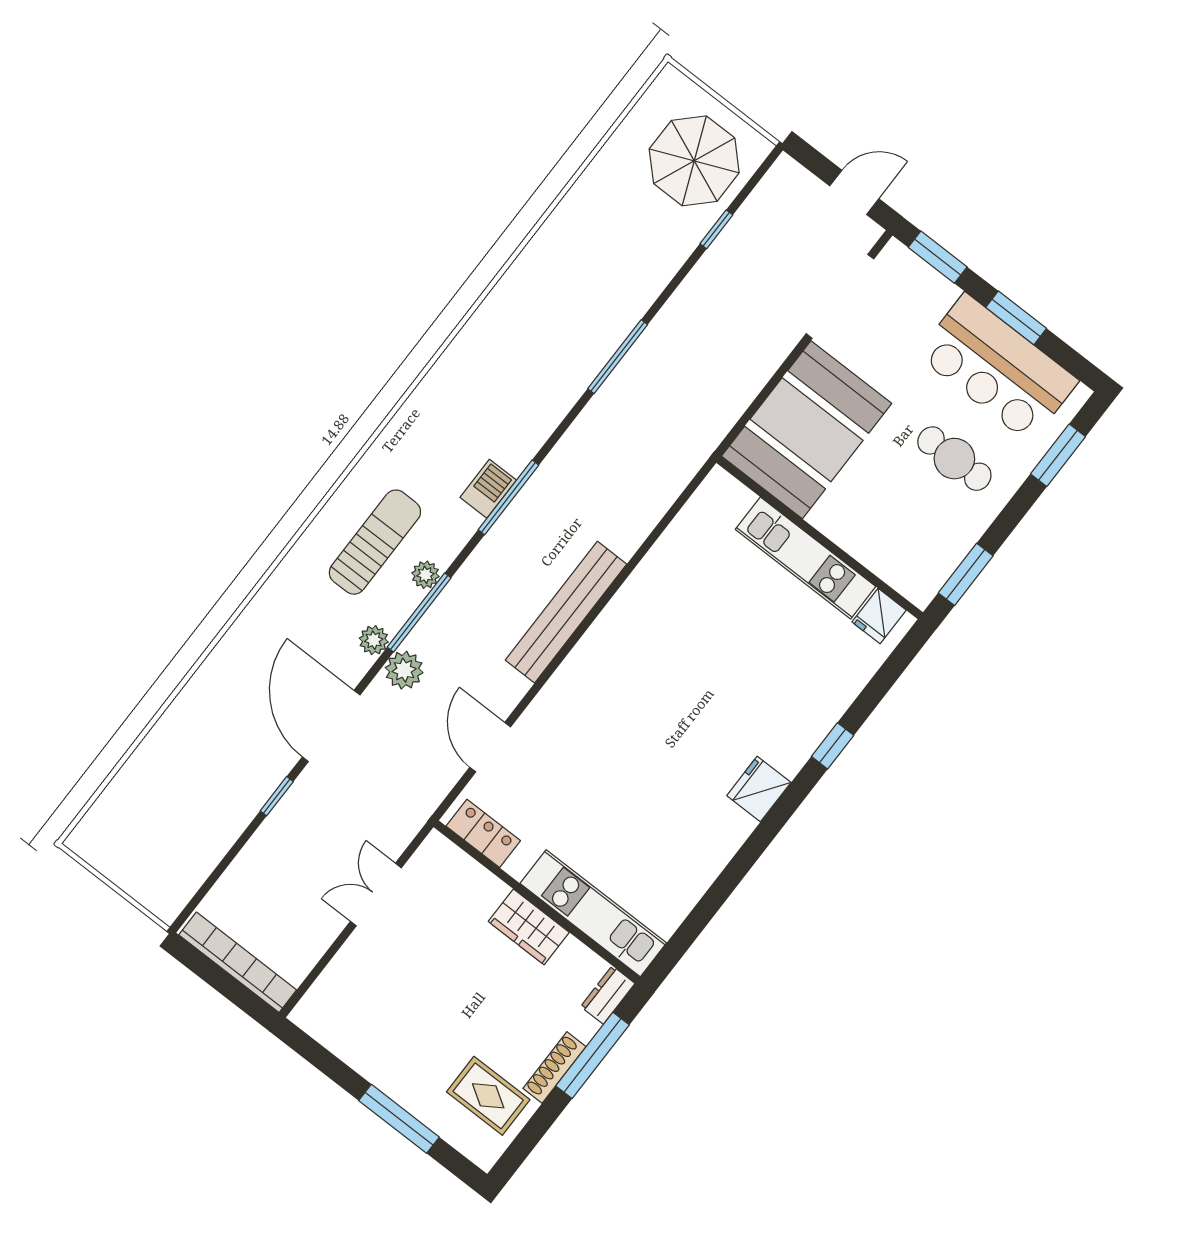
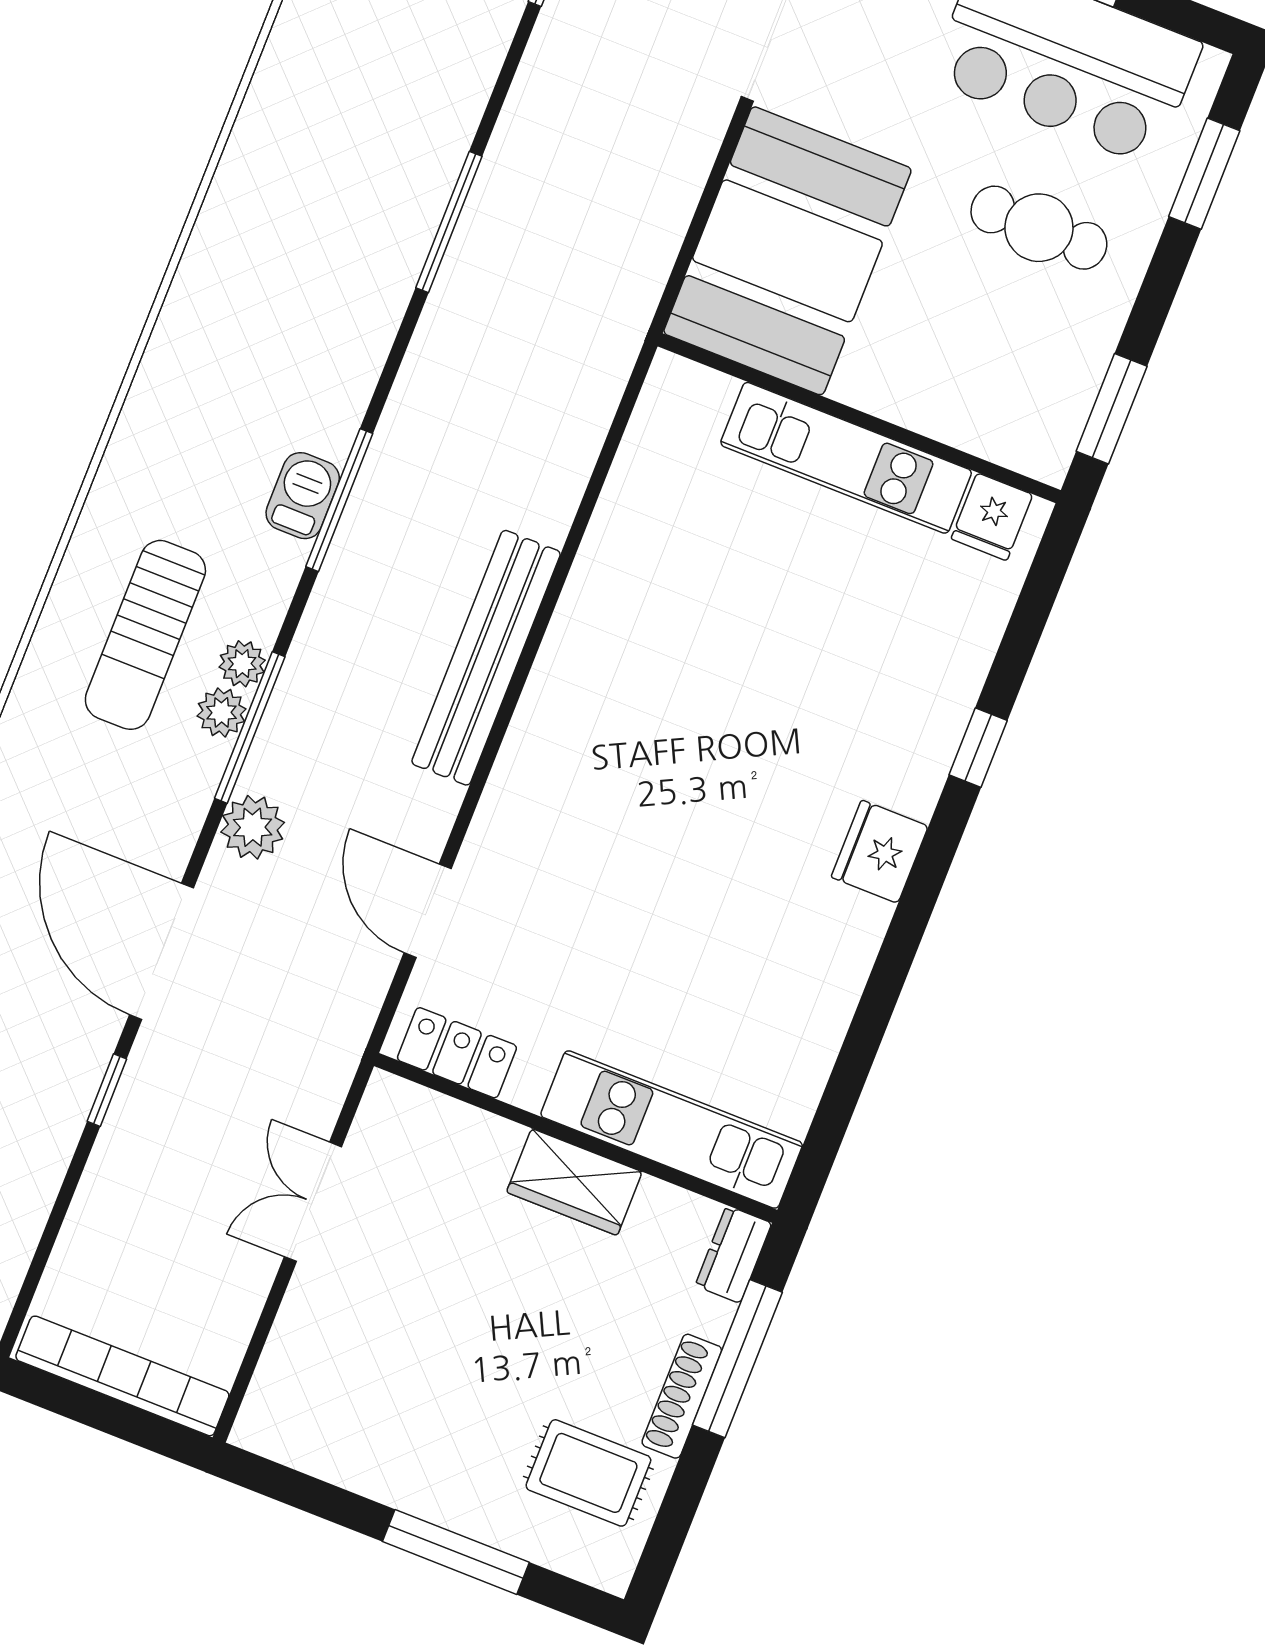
sun lounger: (375, 542) -> (145, 635), turned 180
plant: (374, 640) -> (222, 712), moved

